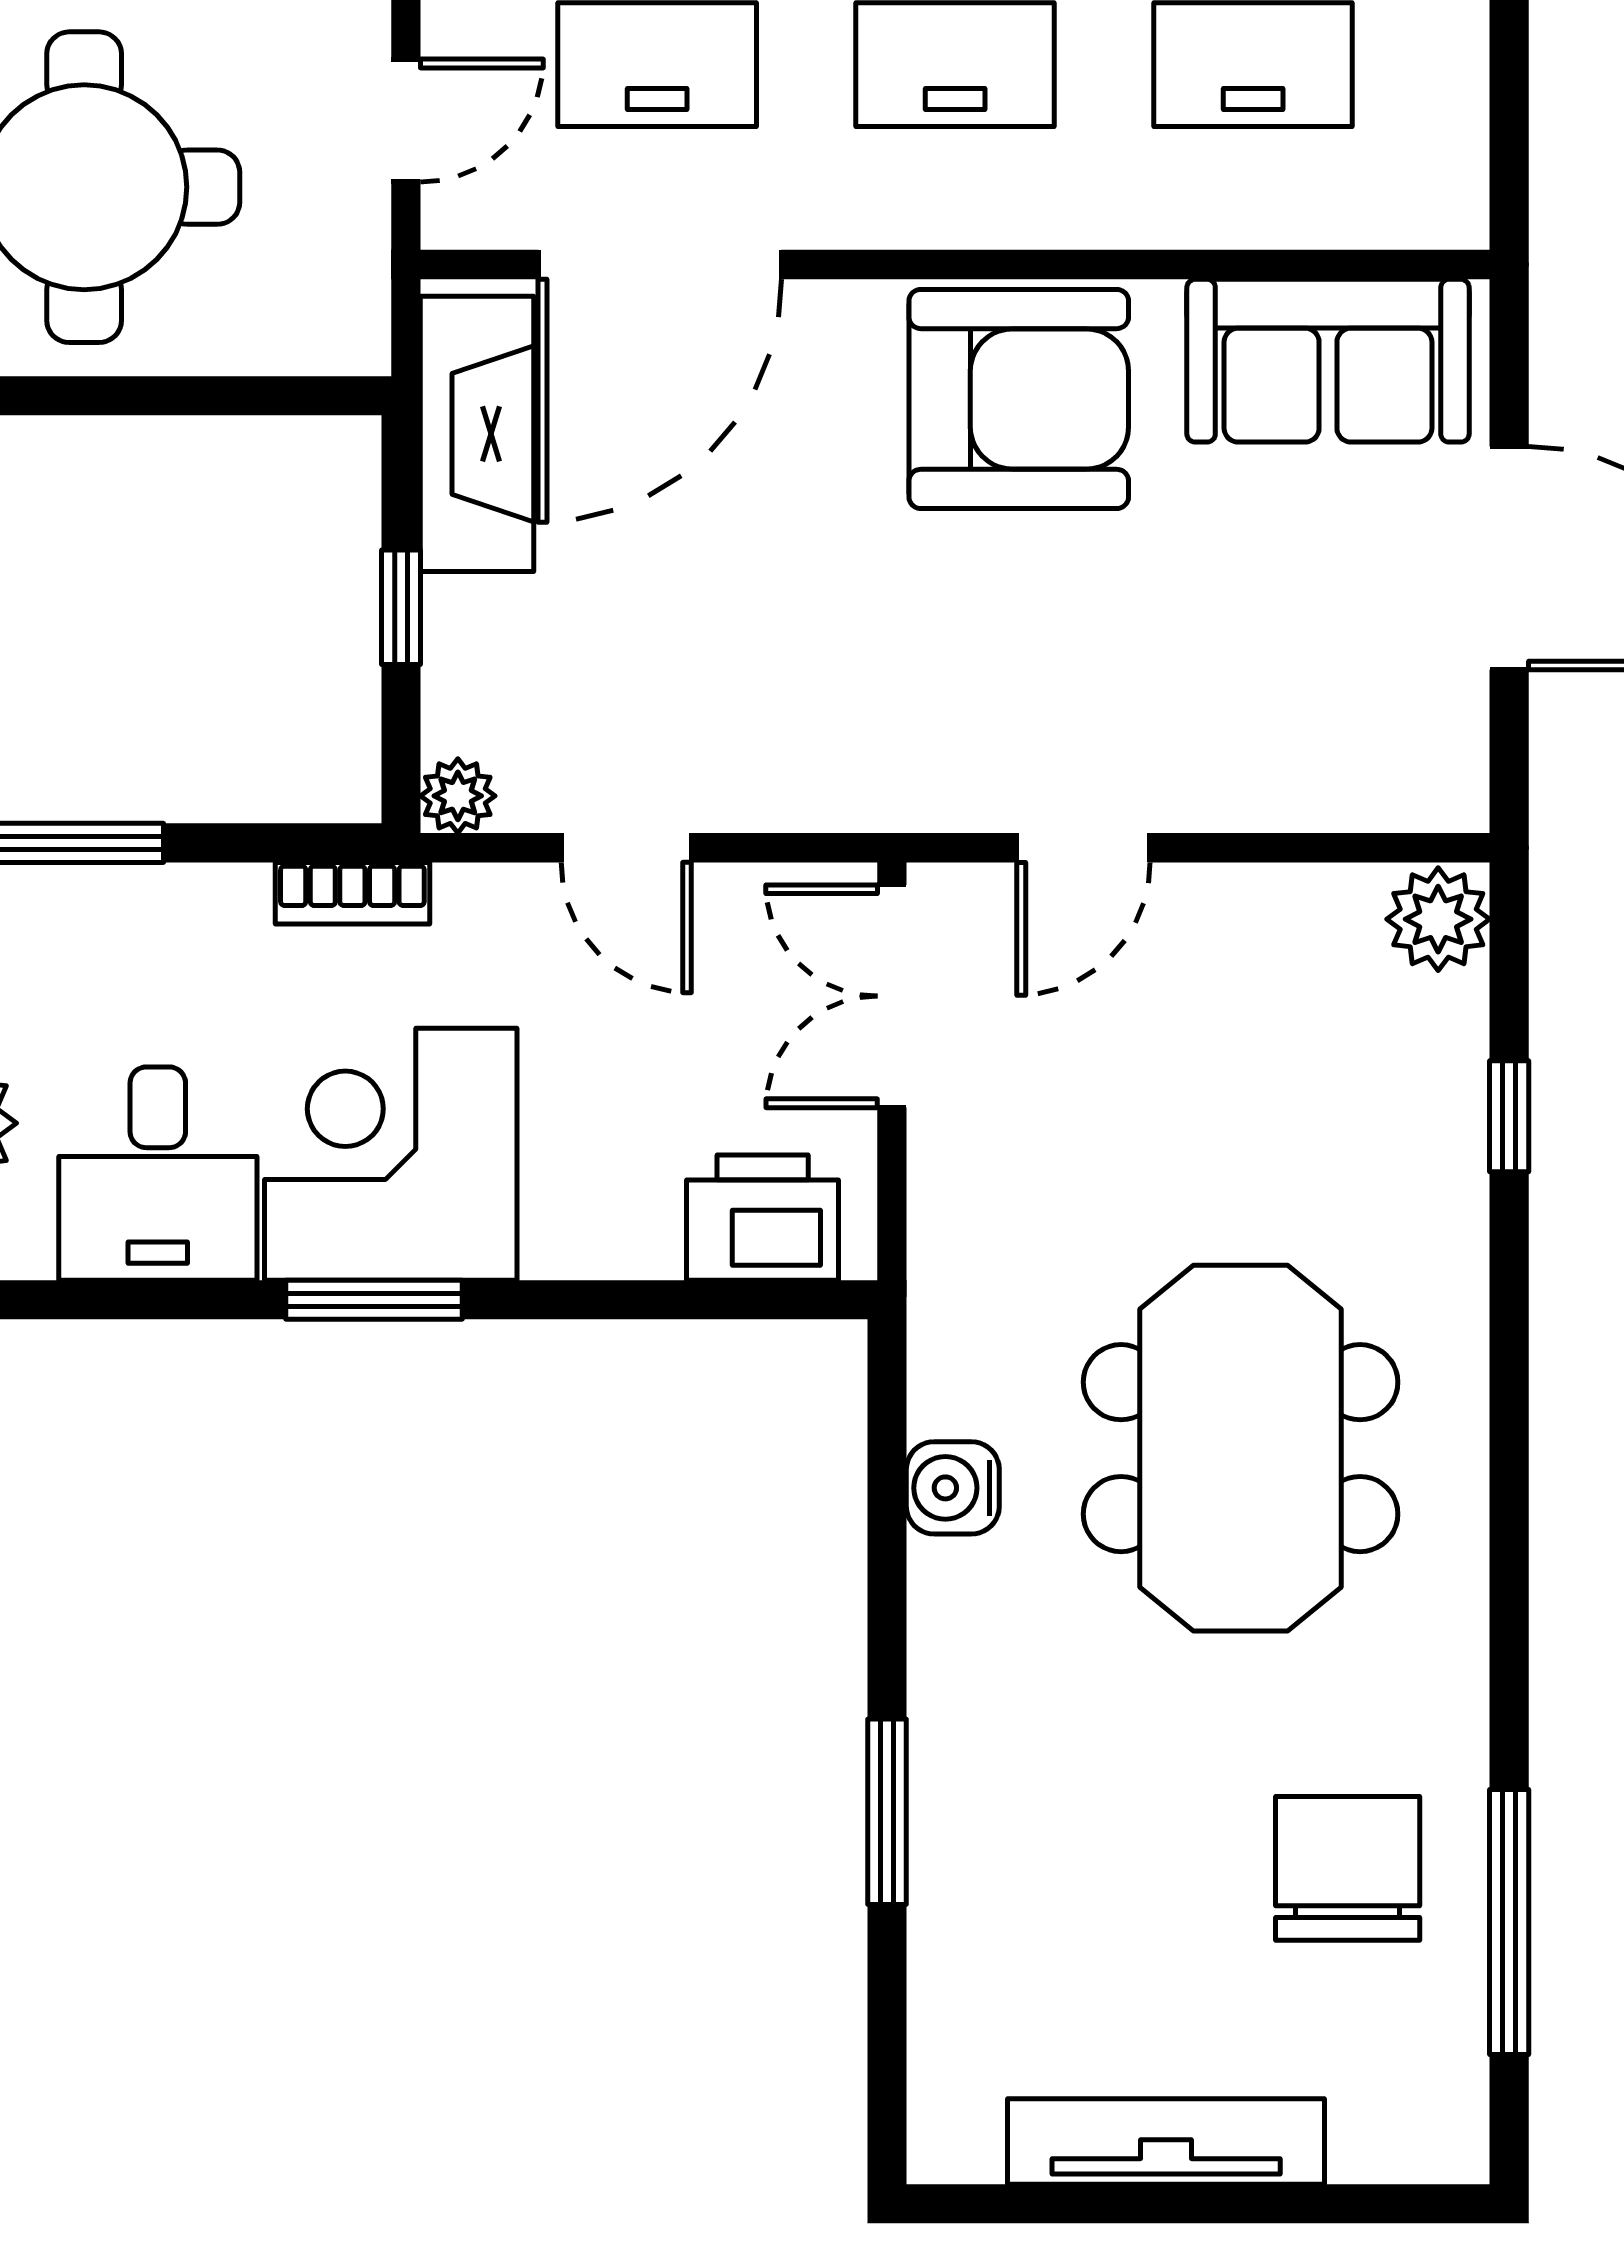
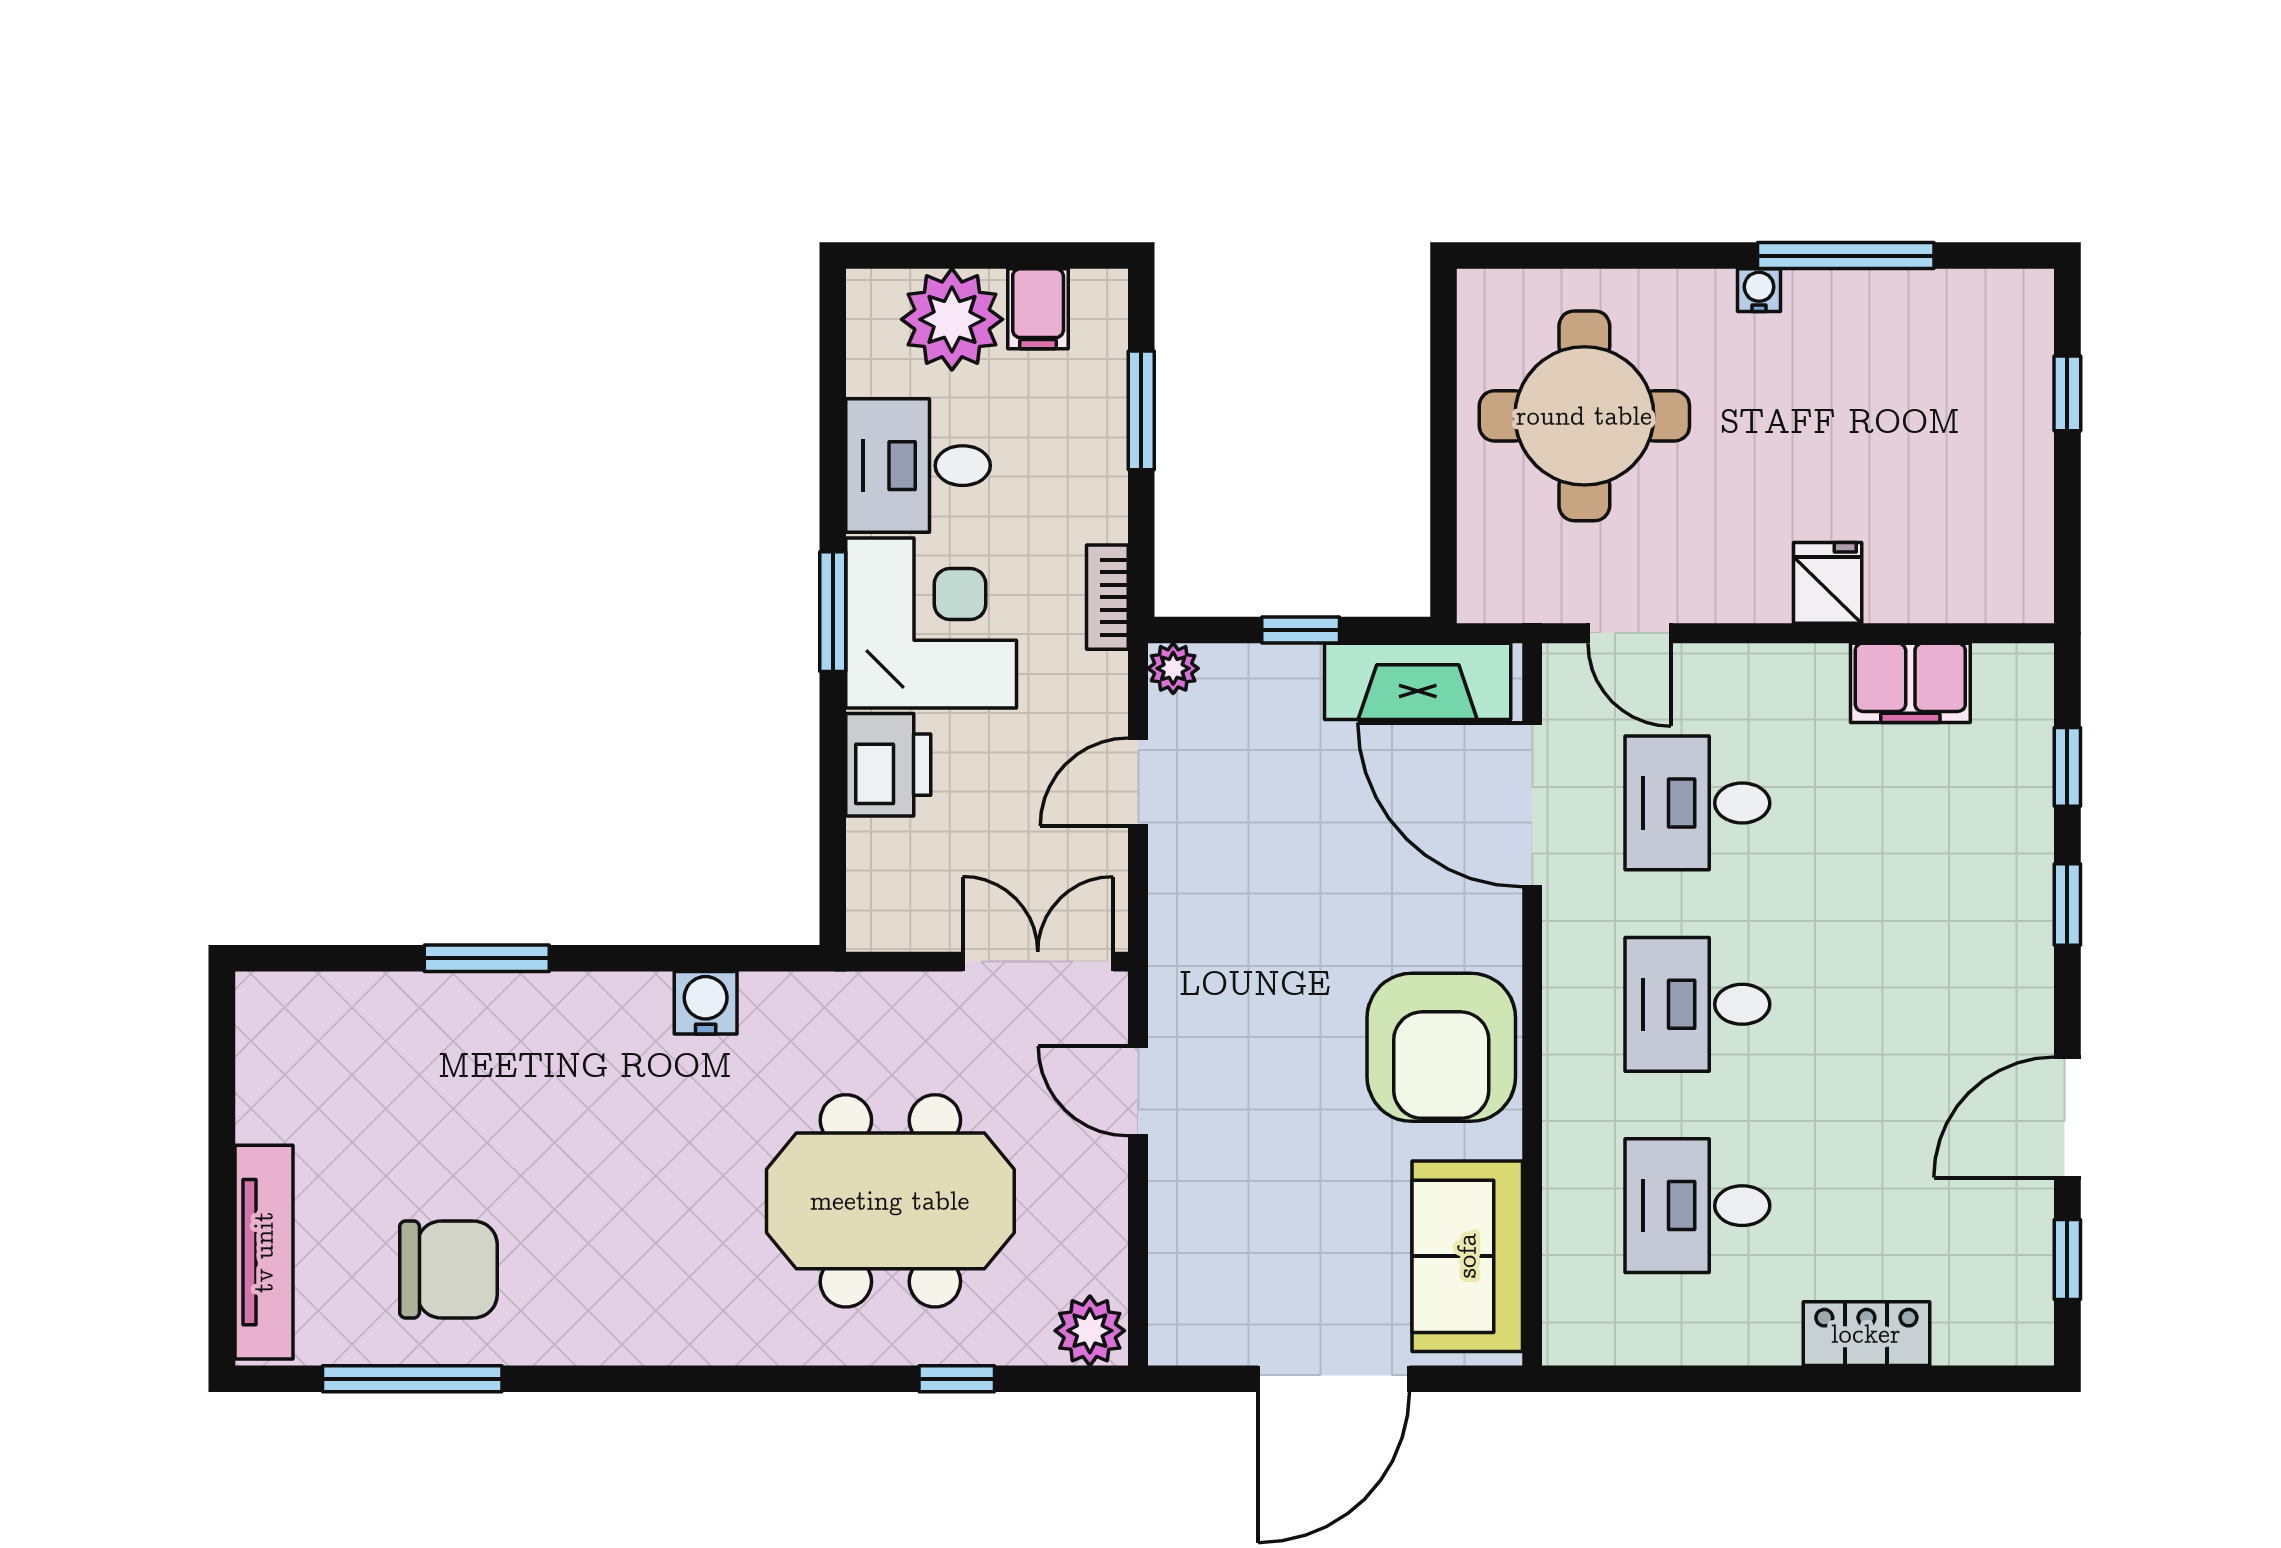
printer: (763, 1218) -> (888, 765), moved
meeting table: (1241, 1448) -> (890, 1201), moved
tv unit: (1166, 2141) -> (264, 1252), moved

